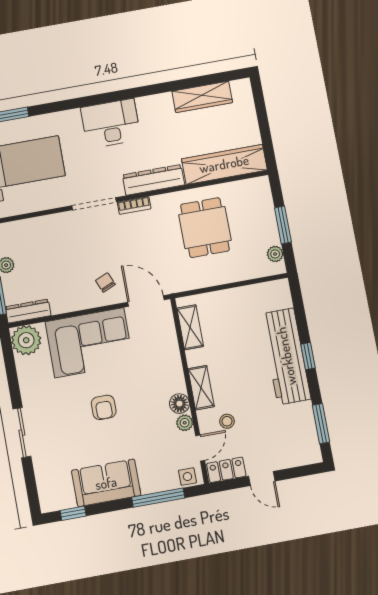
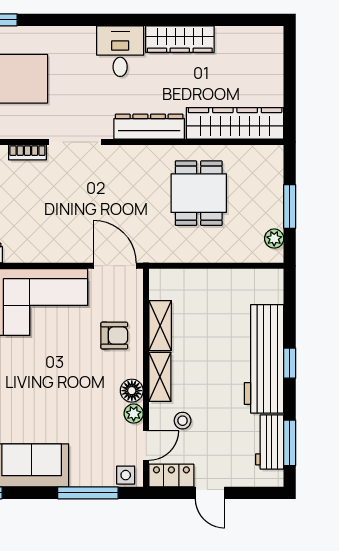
wardrobe: (202, 97) -> (180, 39), moved
desk: (111, 123) -> (120, 51), width x0.73
bookcase: (134, 205) -> (27, 152), moved
chair: (105, 282) -> (72, 236), removed
shelving: (190, 327) -> (160, 326), moved
armchair: (104, 407) -> (114, 336), moved, turned -90
workbench: (304, 426) -> (270, 442), added

